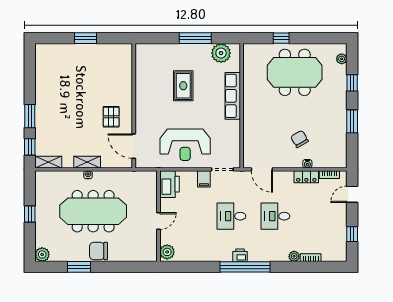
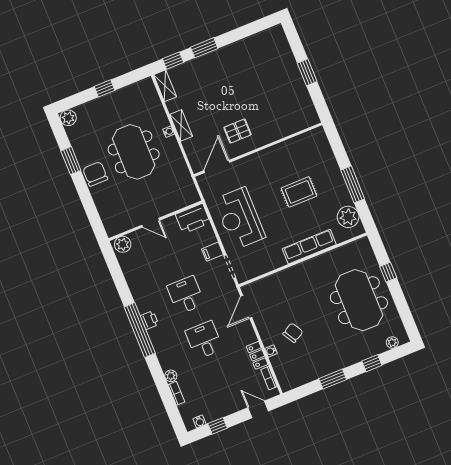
meeting table: (93, 211) -> (134, 152), width x0.73
water cooler: (342, 248) -> (200, 421), added

